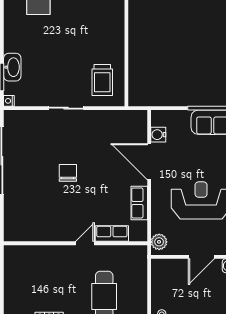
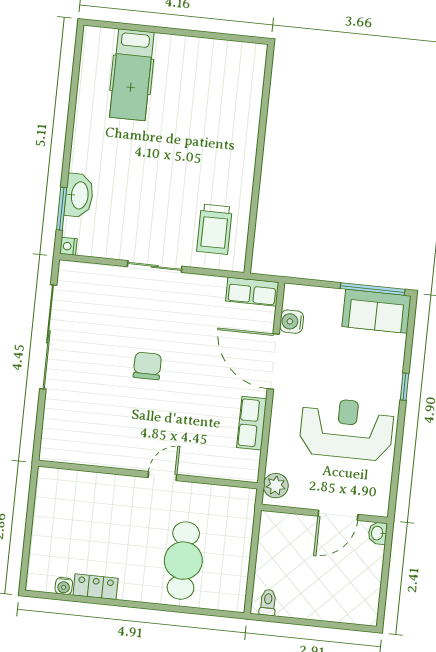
row of seats: (112, 233) -> (252, 292), moved, turned 180

